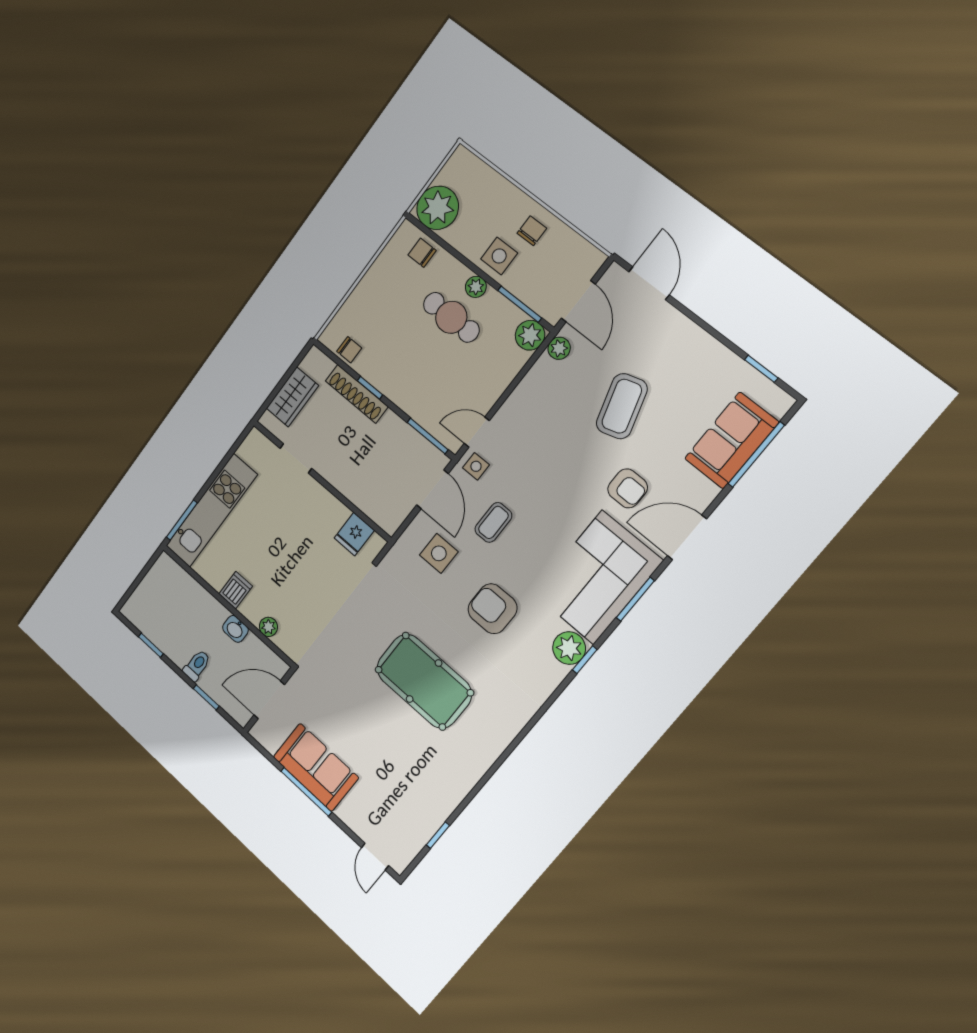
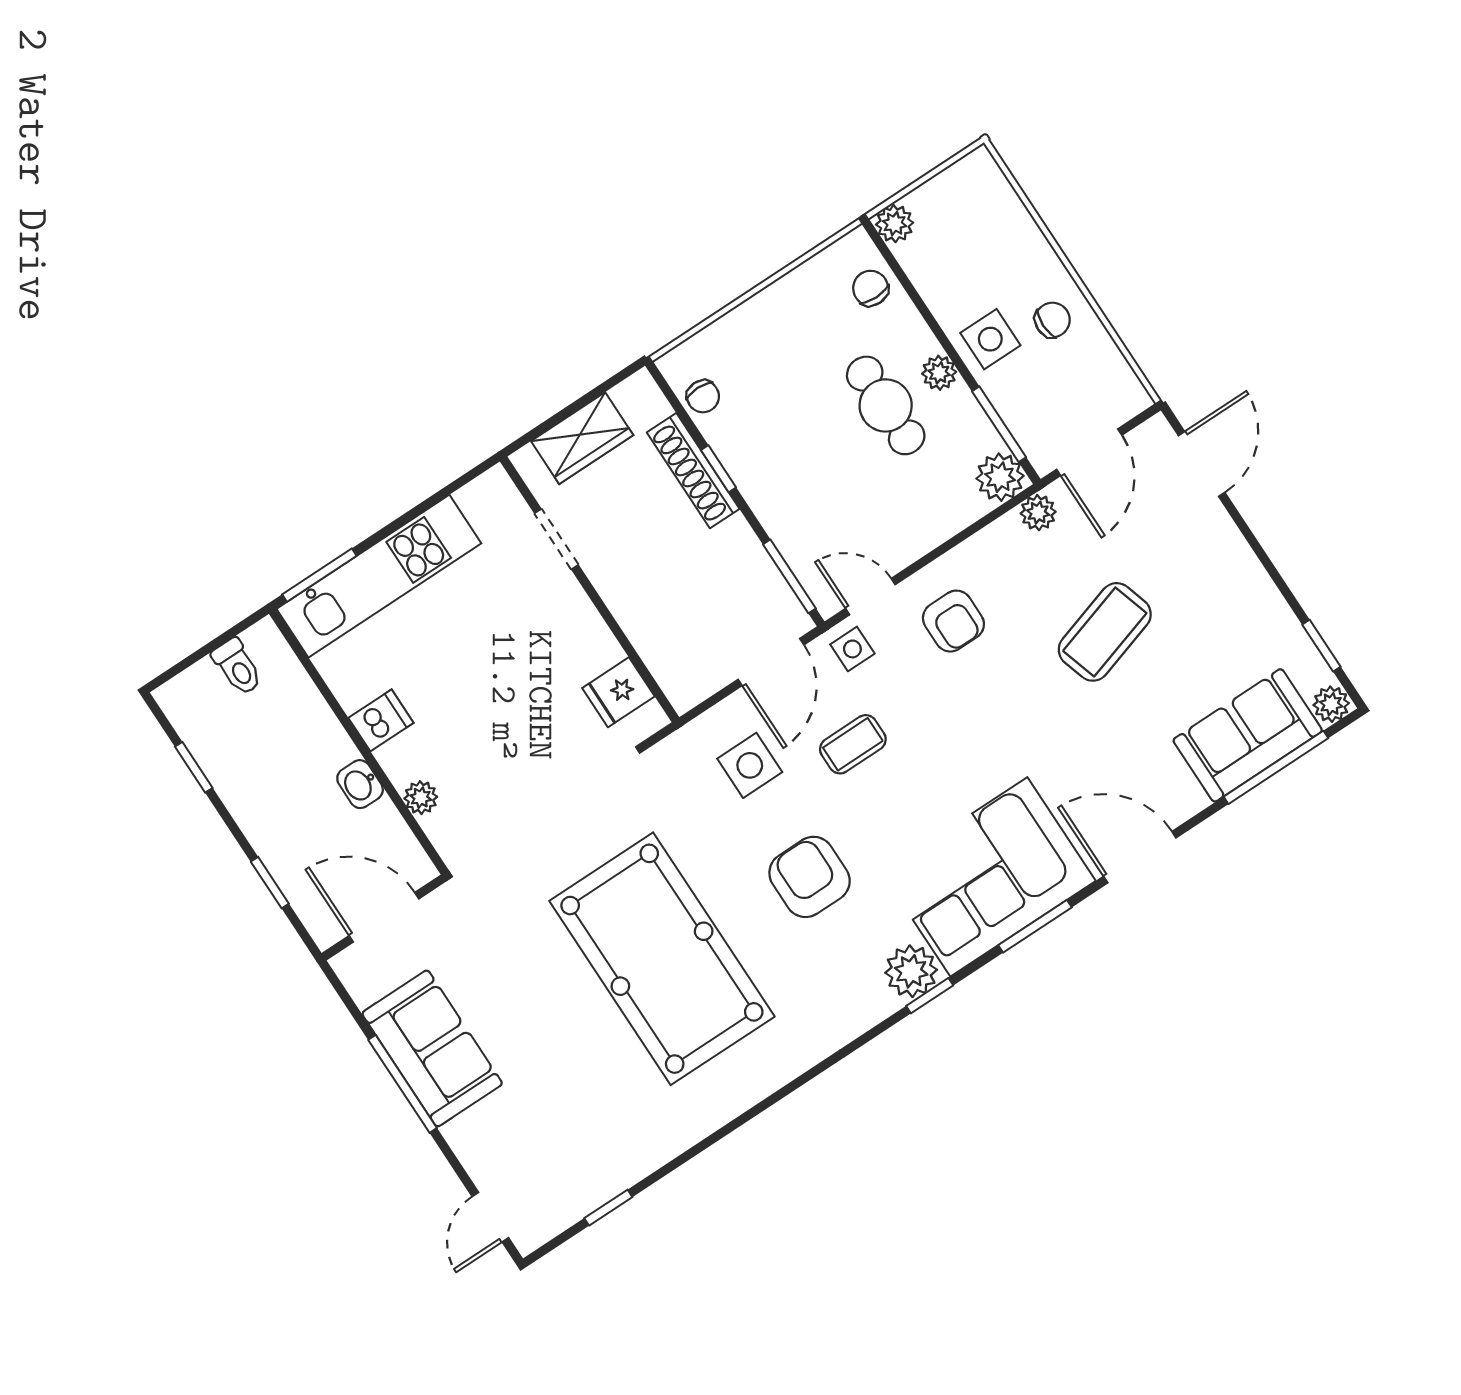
plant: (438, 208) -> (895, 224), width x0.53, depth x0.53
plant: (780, 403) -> (1331, 704), added
armchair: (628, 488) -> (953, 621), moved
toilet: (197, 665) -> (237, 667), moved, turned 90
pool table: (424, 681) -> (662, 959), width x1.36, depth x1.32

